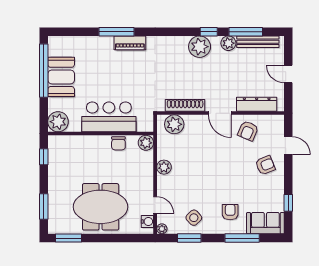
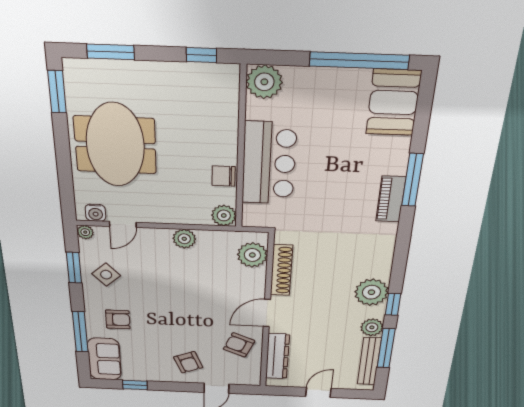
booth: (61, 77) -> (393, 103), moved, turned 90

